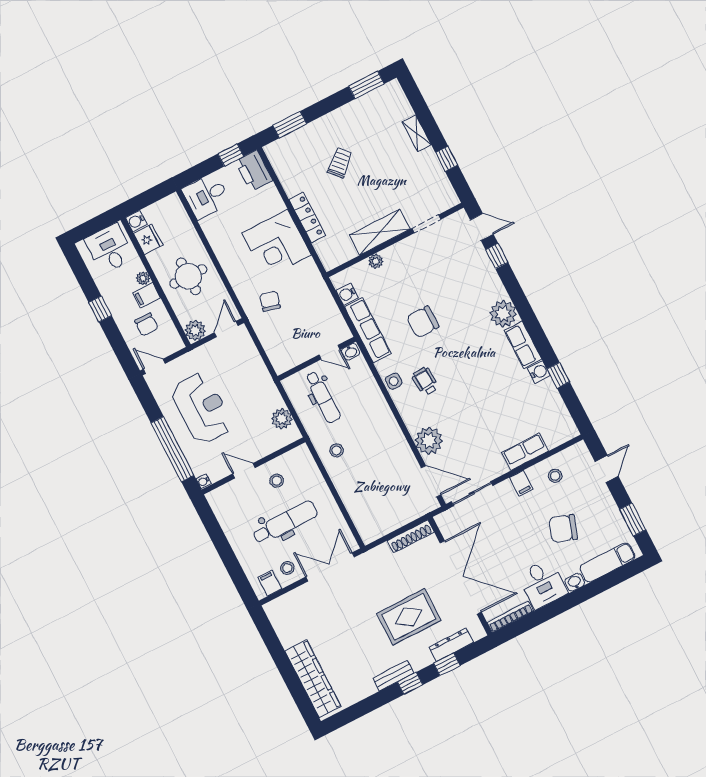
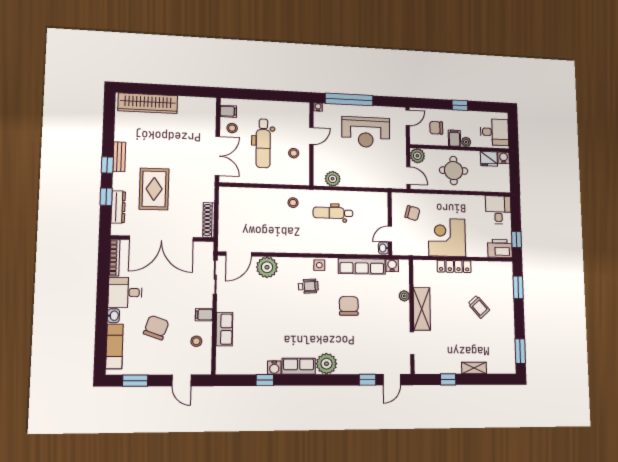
door: (329, 352) -> (390, 234), moved
washbasin: (351, 352) -> (383, 248), moved
wall: (317, 359) -> (390, 224), moved

